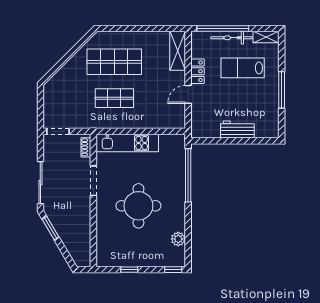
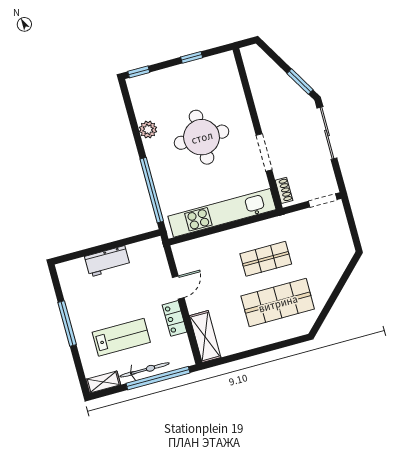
kitchen unit: (127, 143) -> (222, 213), width x1.36
plant: (178, 239) -> (148, 130), moved

